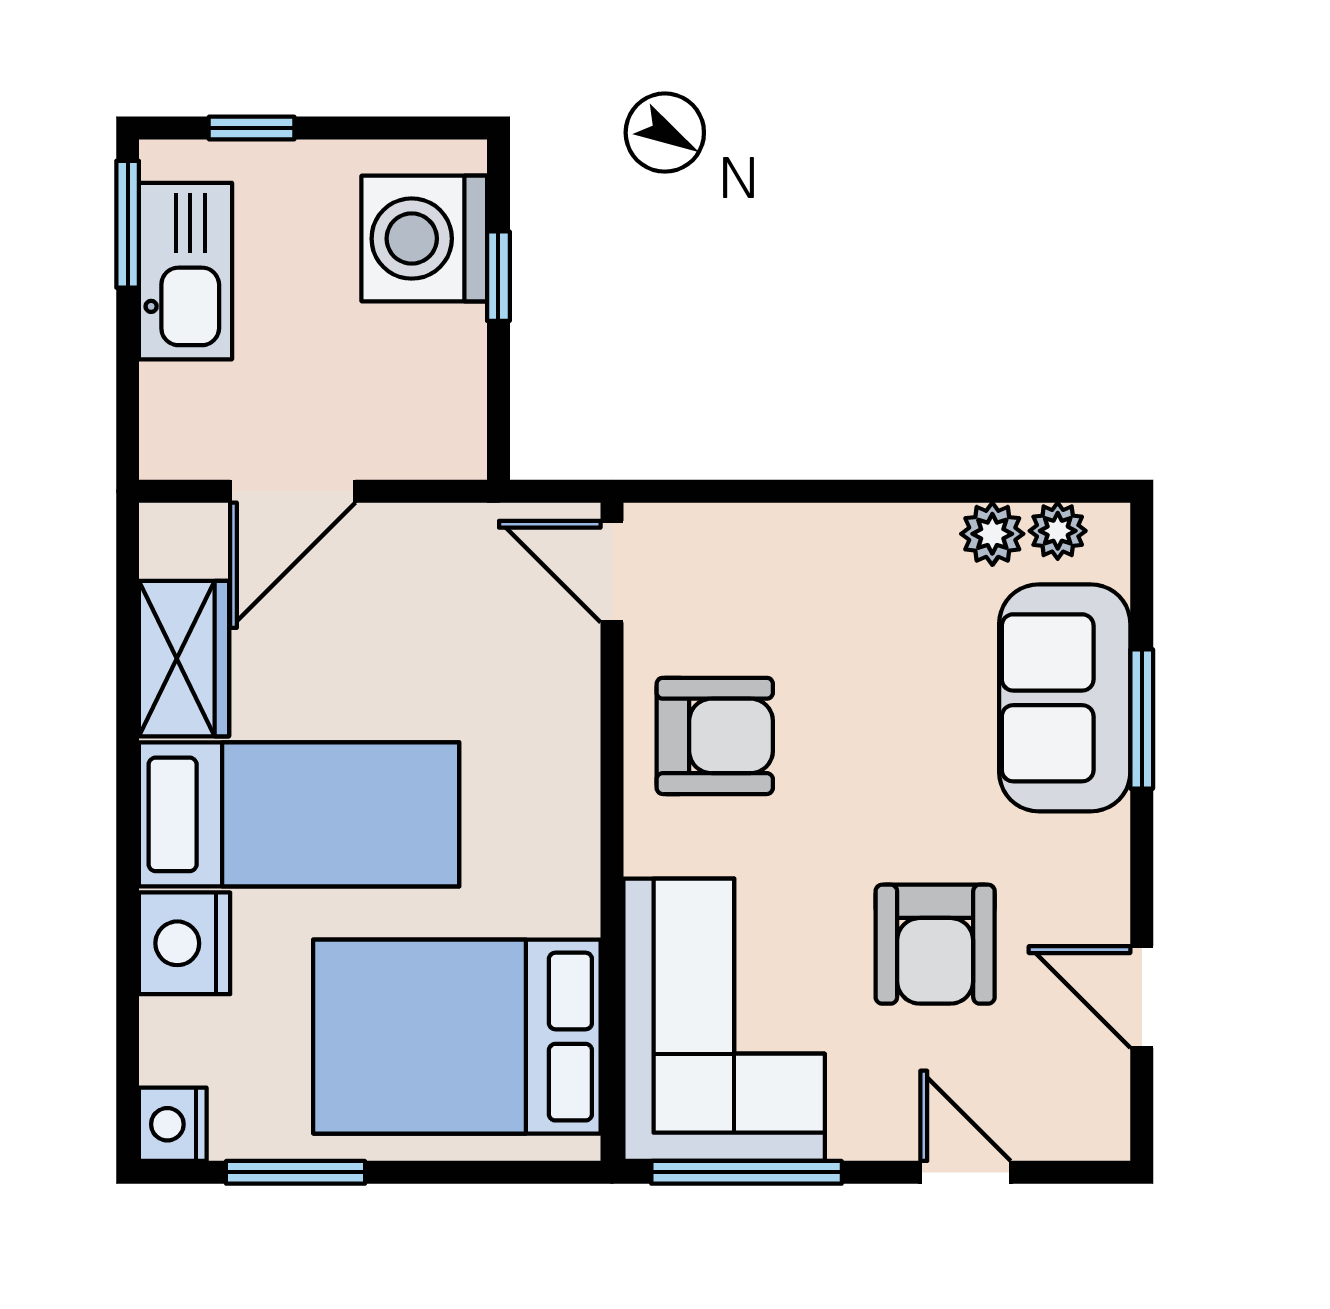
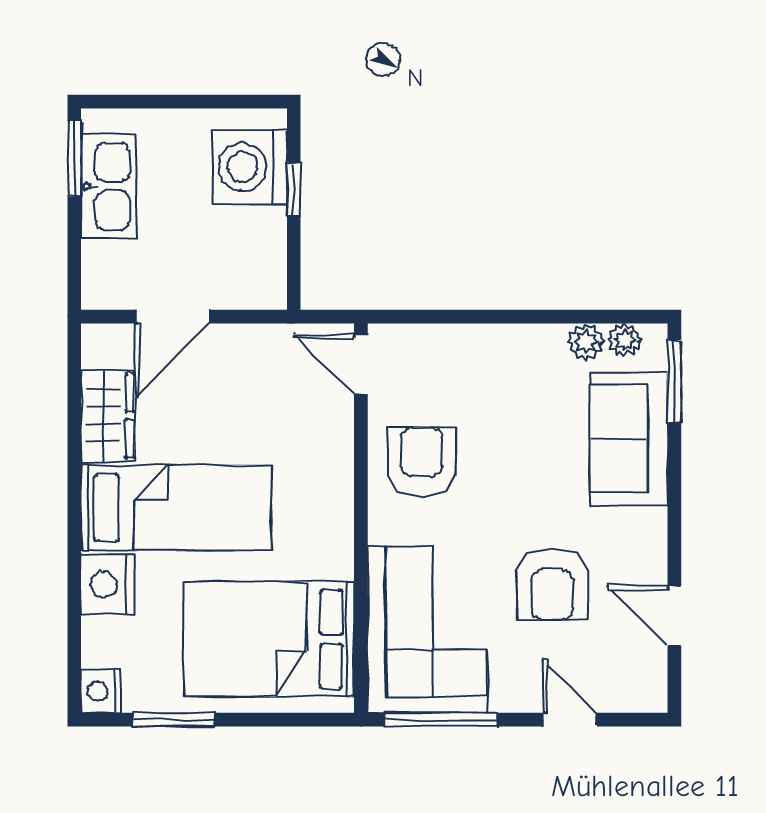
window: (252, 128) -> (148, 102), removed
window: (1142, 719) -> (674, 381), moved
armchair: (715, 736) -> (422, 461), turned -90

